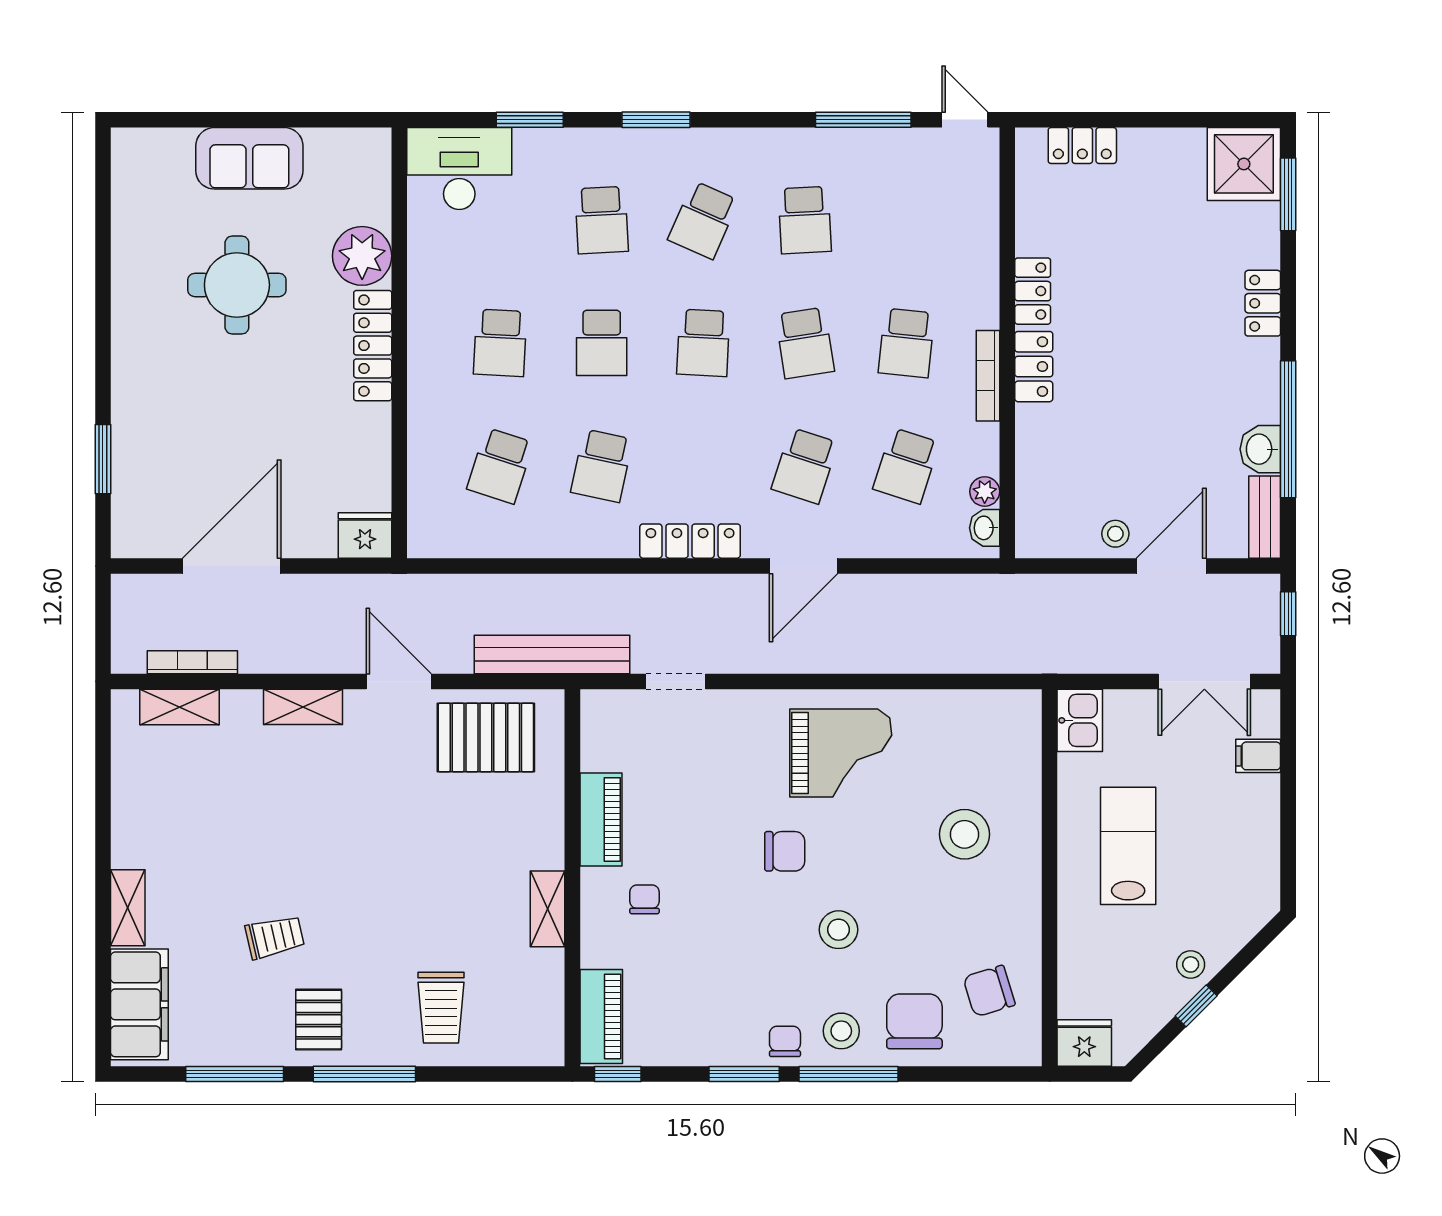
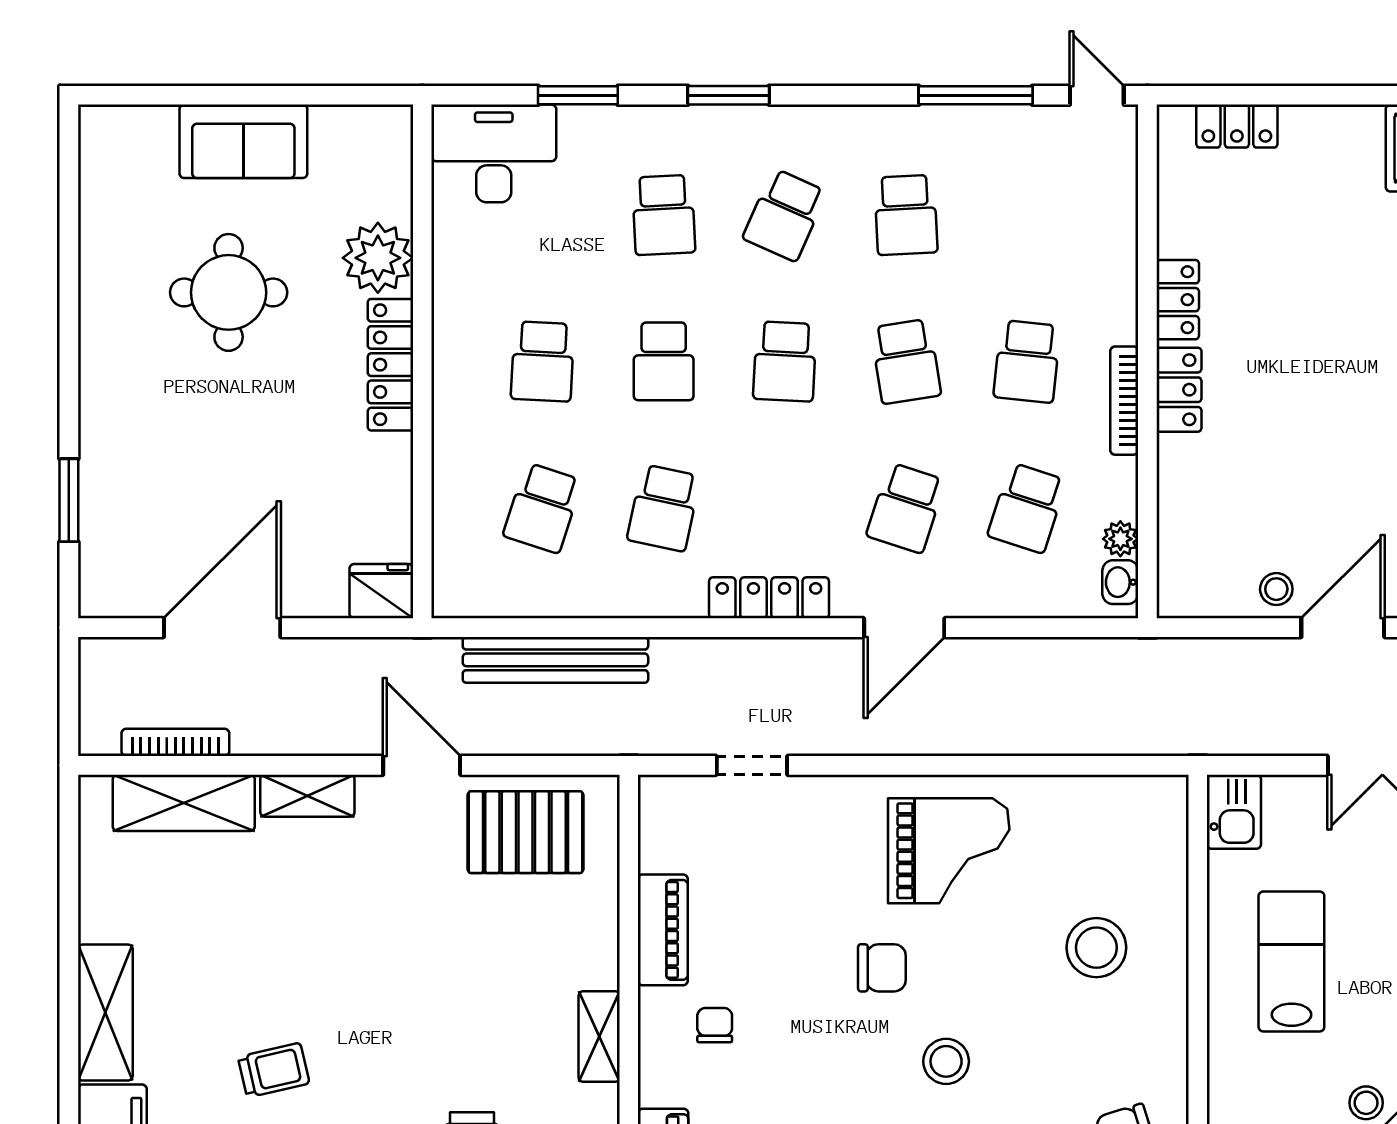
bench: (552, 654) -> (555, 660), moved
shelving: (180, 707) -> (184, 803), width x1.50, depth x1.33
shelving: (128, 908) -> (105, 1013), width x1.50, depth x1.33

